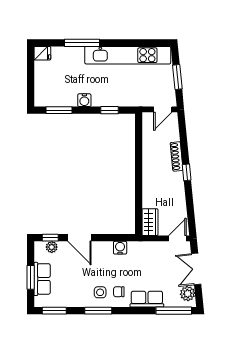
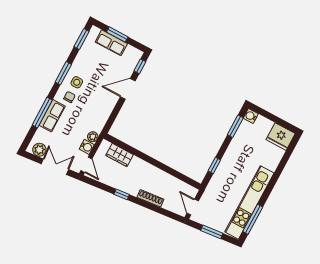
window: (82, 43) -> (253, 219), moved
fridge: (42, 53) -> (281, 137), width x1.88, depth x1.34
water cooler: (84, 100) -> (251, 116), moved
window: (187, 172) -> (122, 194), moved
wardrobe: (150, 222) -> (120, 155), moved
plant: (52, 247) -> (93, 137), moved
water cooler: (120, 248) -> (87, 147), moved
window: (174, 311) -> (42, 112), moved

